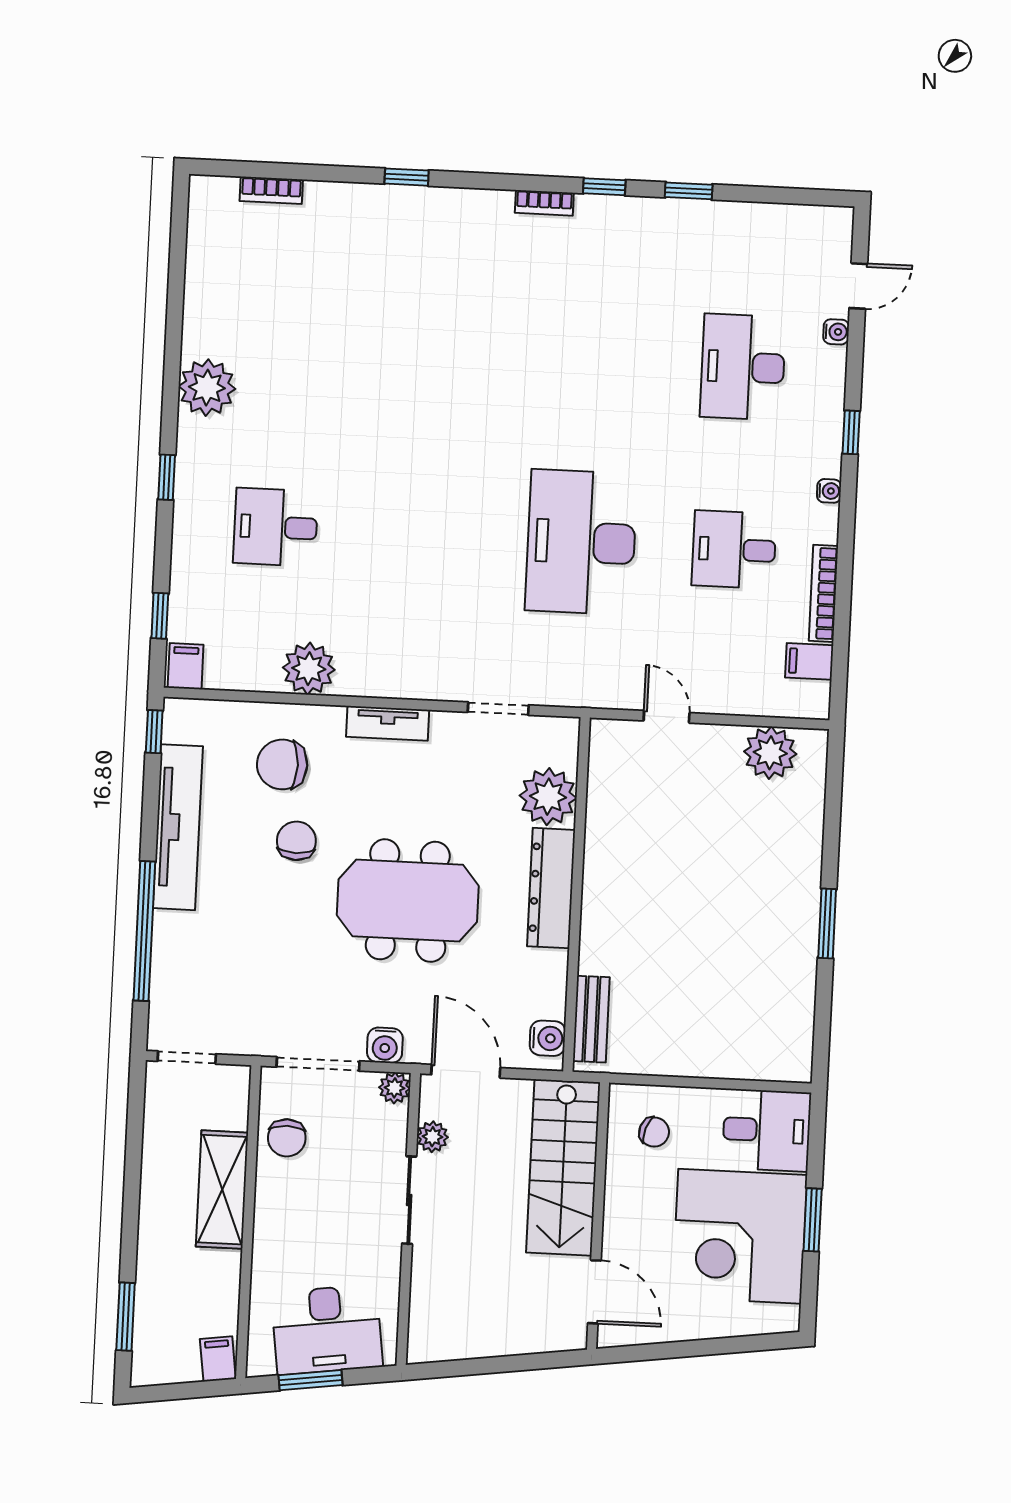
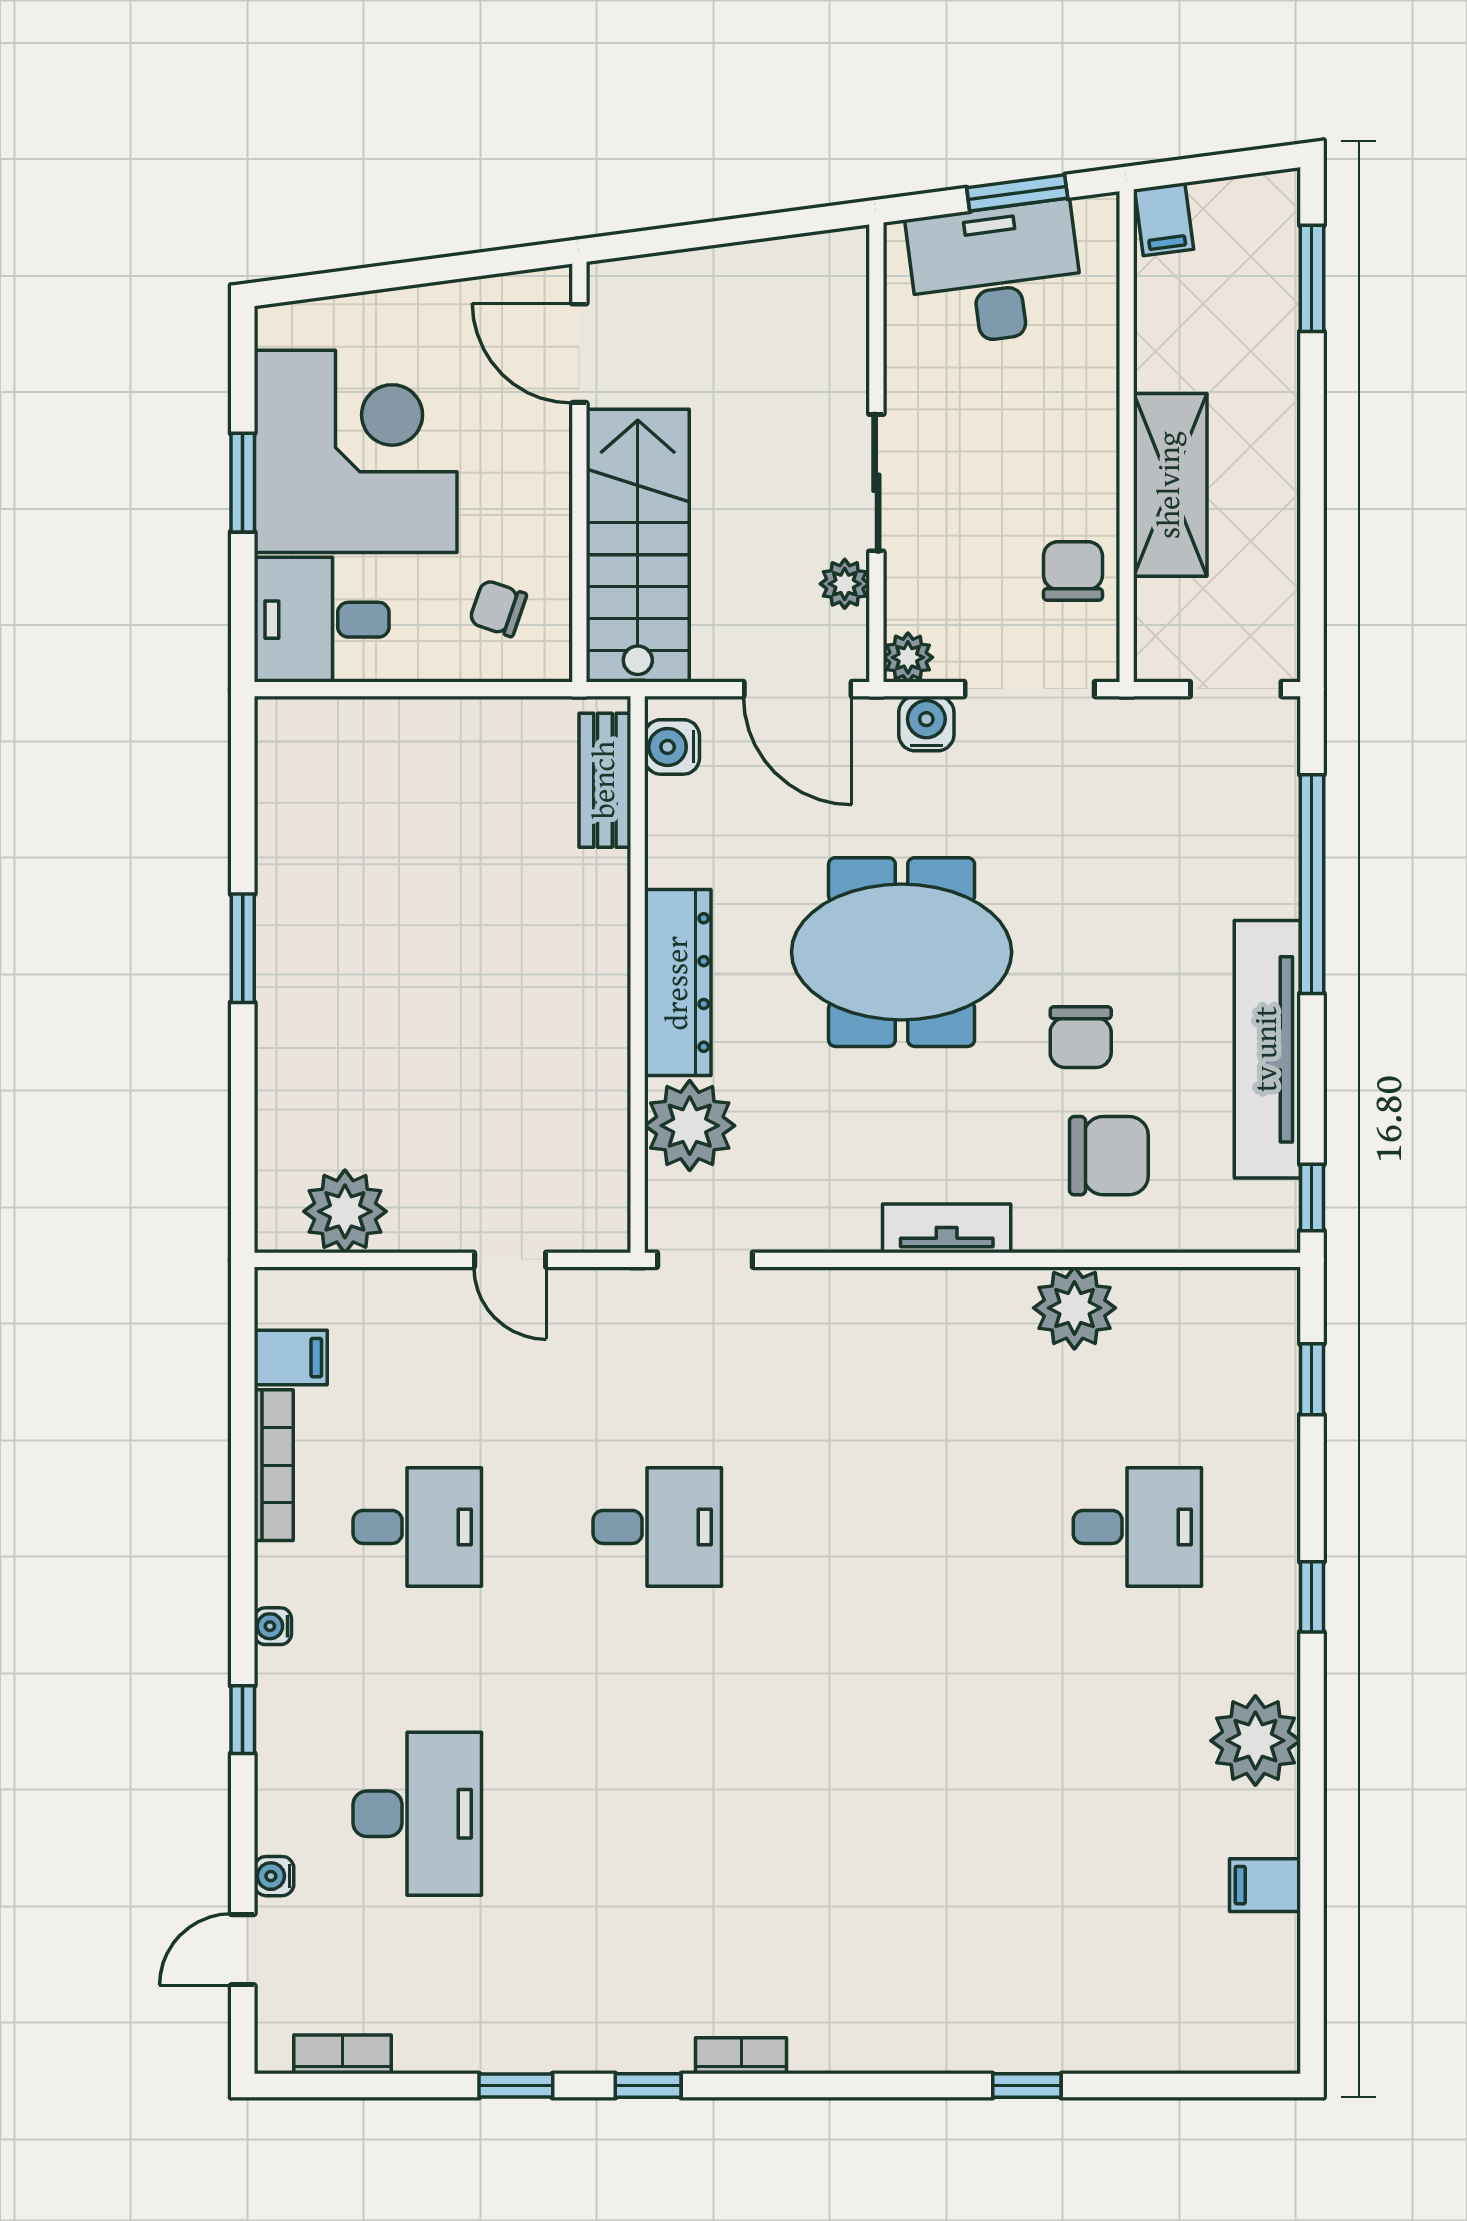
window: (407, 177) -> (1027, 2086), moved
bookcase: (271, 190) -> (343, 2054), moved
desk: (581, 542) -> (657, 1527), width x0.53, depth x0.77
filing cabinet: (186, 666) -> (1265, 1885), moved, turned 90
doorway: (498, 709) -> (705, 1260), moved

